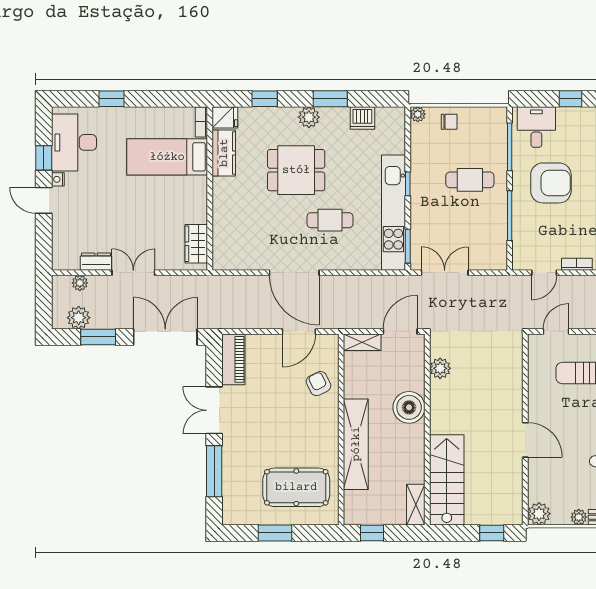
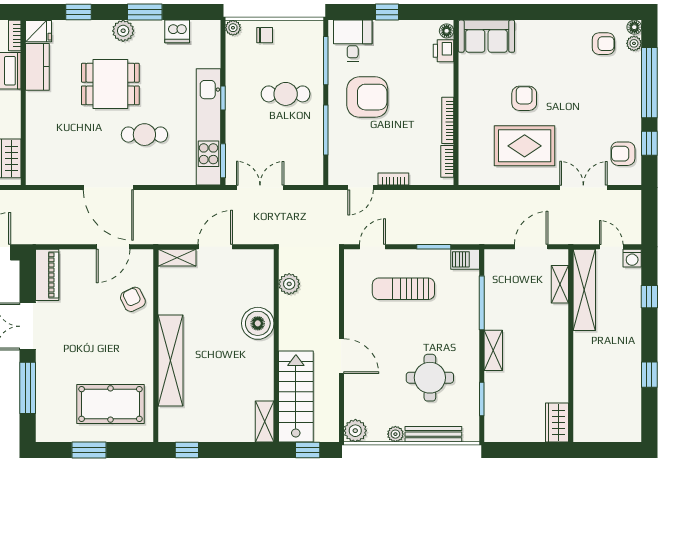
plant: (440, 368) -> (289, 284), moved
boiler: (409, 407) -> (258, 323), moved
wall: (427, 429) -> (276, 346), moved
stairs: (447, 480) -> (296, 397), moved
shelving: (416, 505) -> (265, 422), moved

